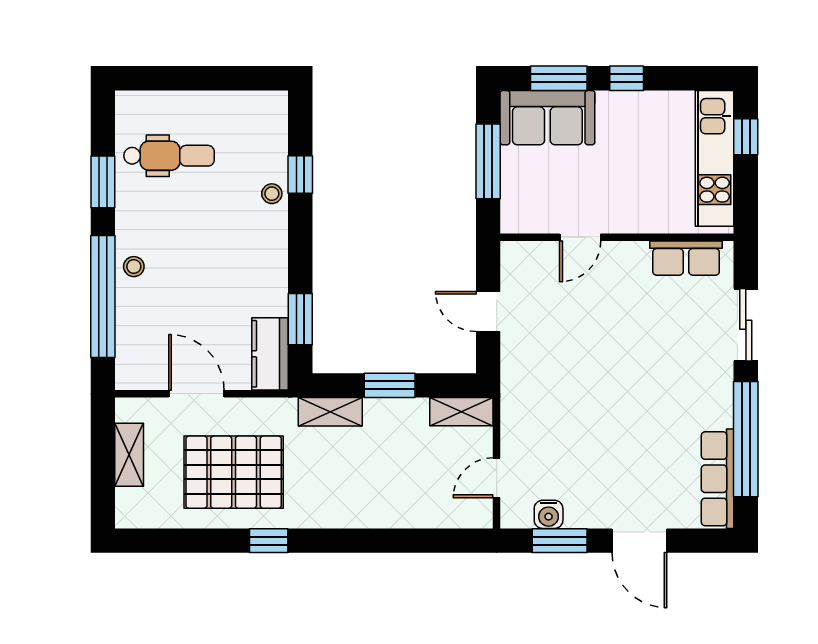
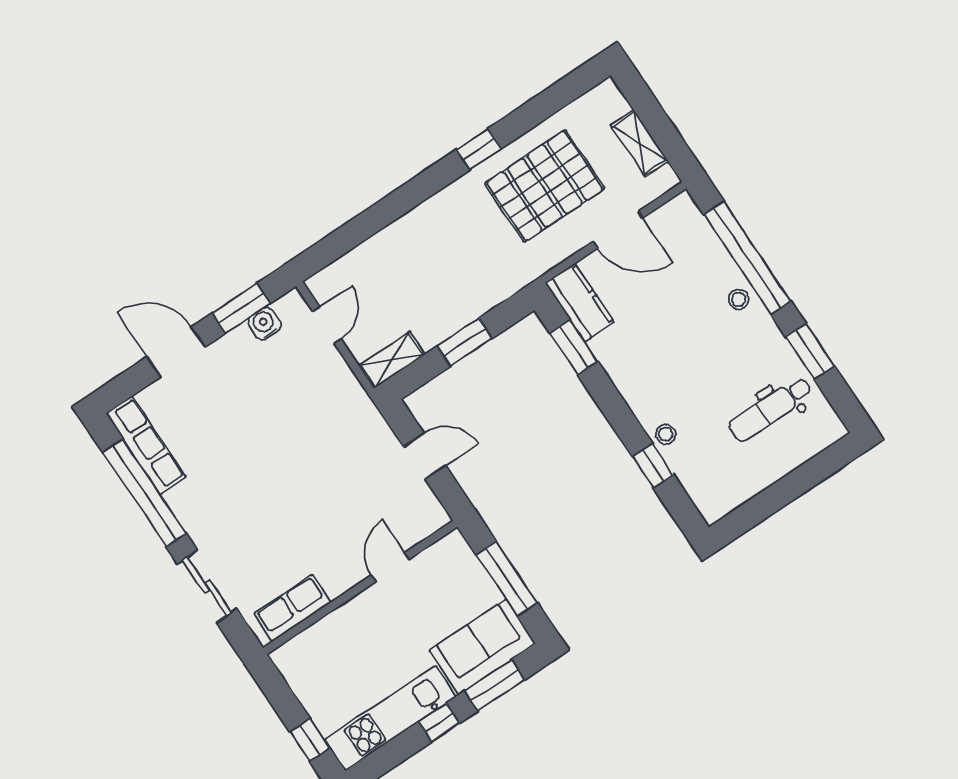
kitchen unit: (715, 158) -> (391, 718), moved, turned -90
shelving: (330, 412) -> (499, 288), removed

